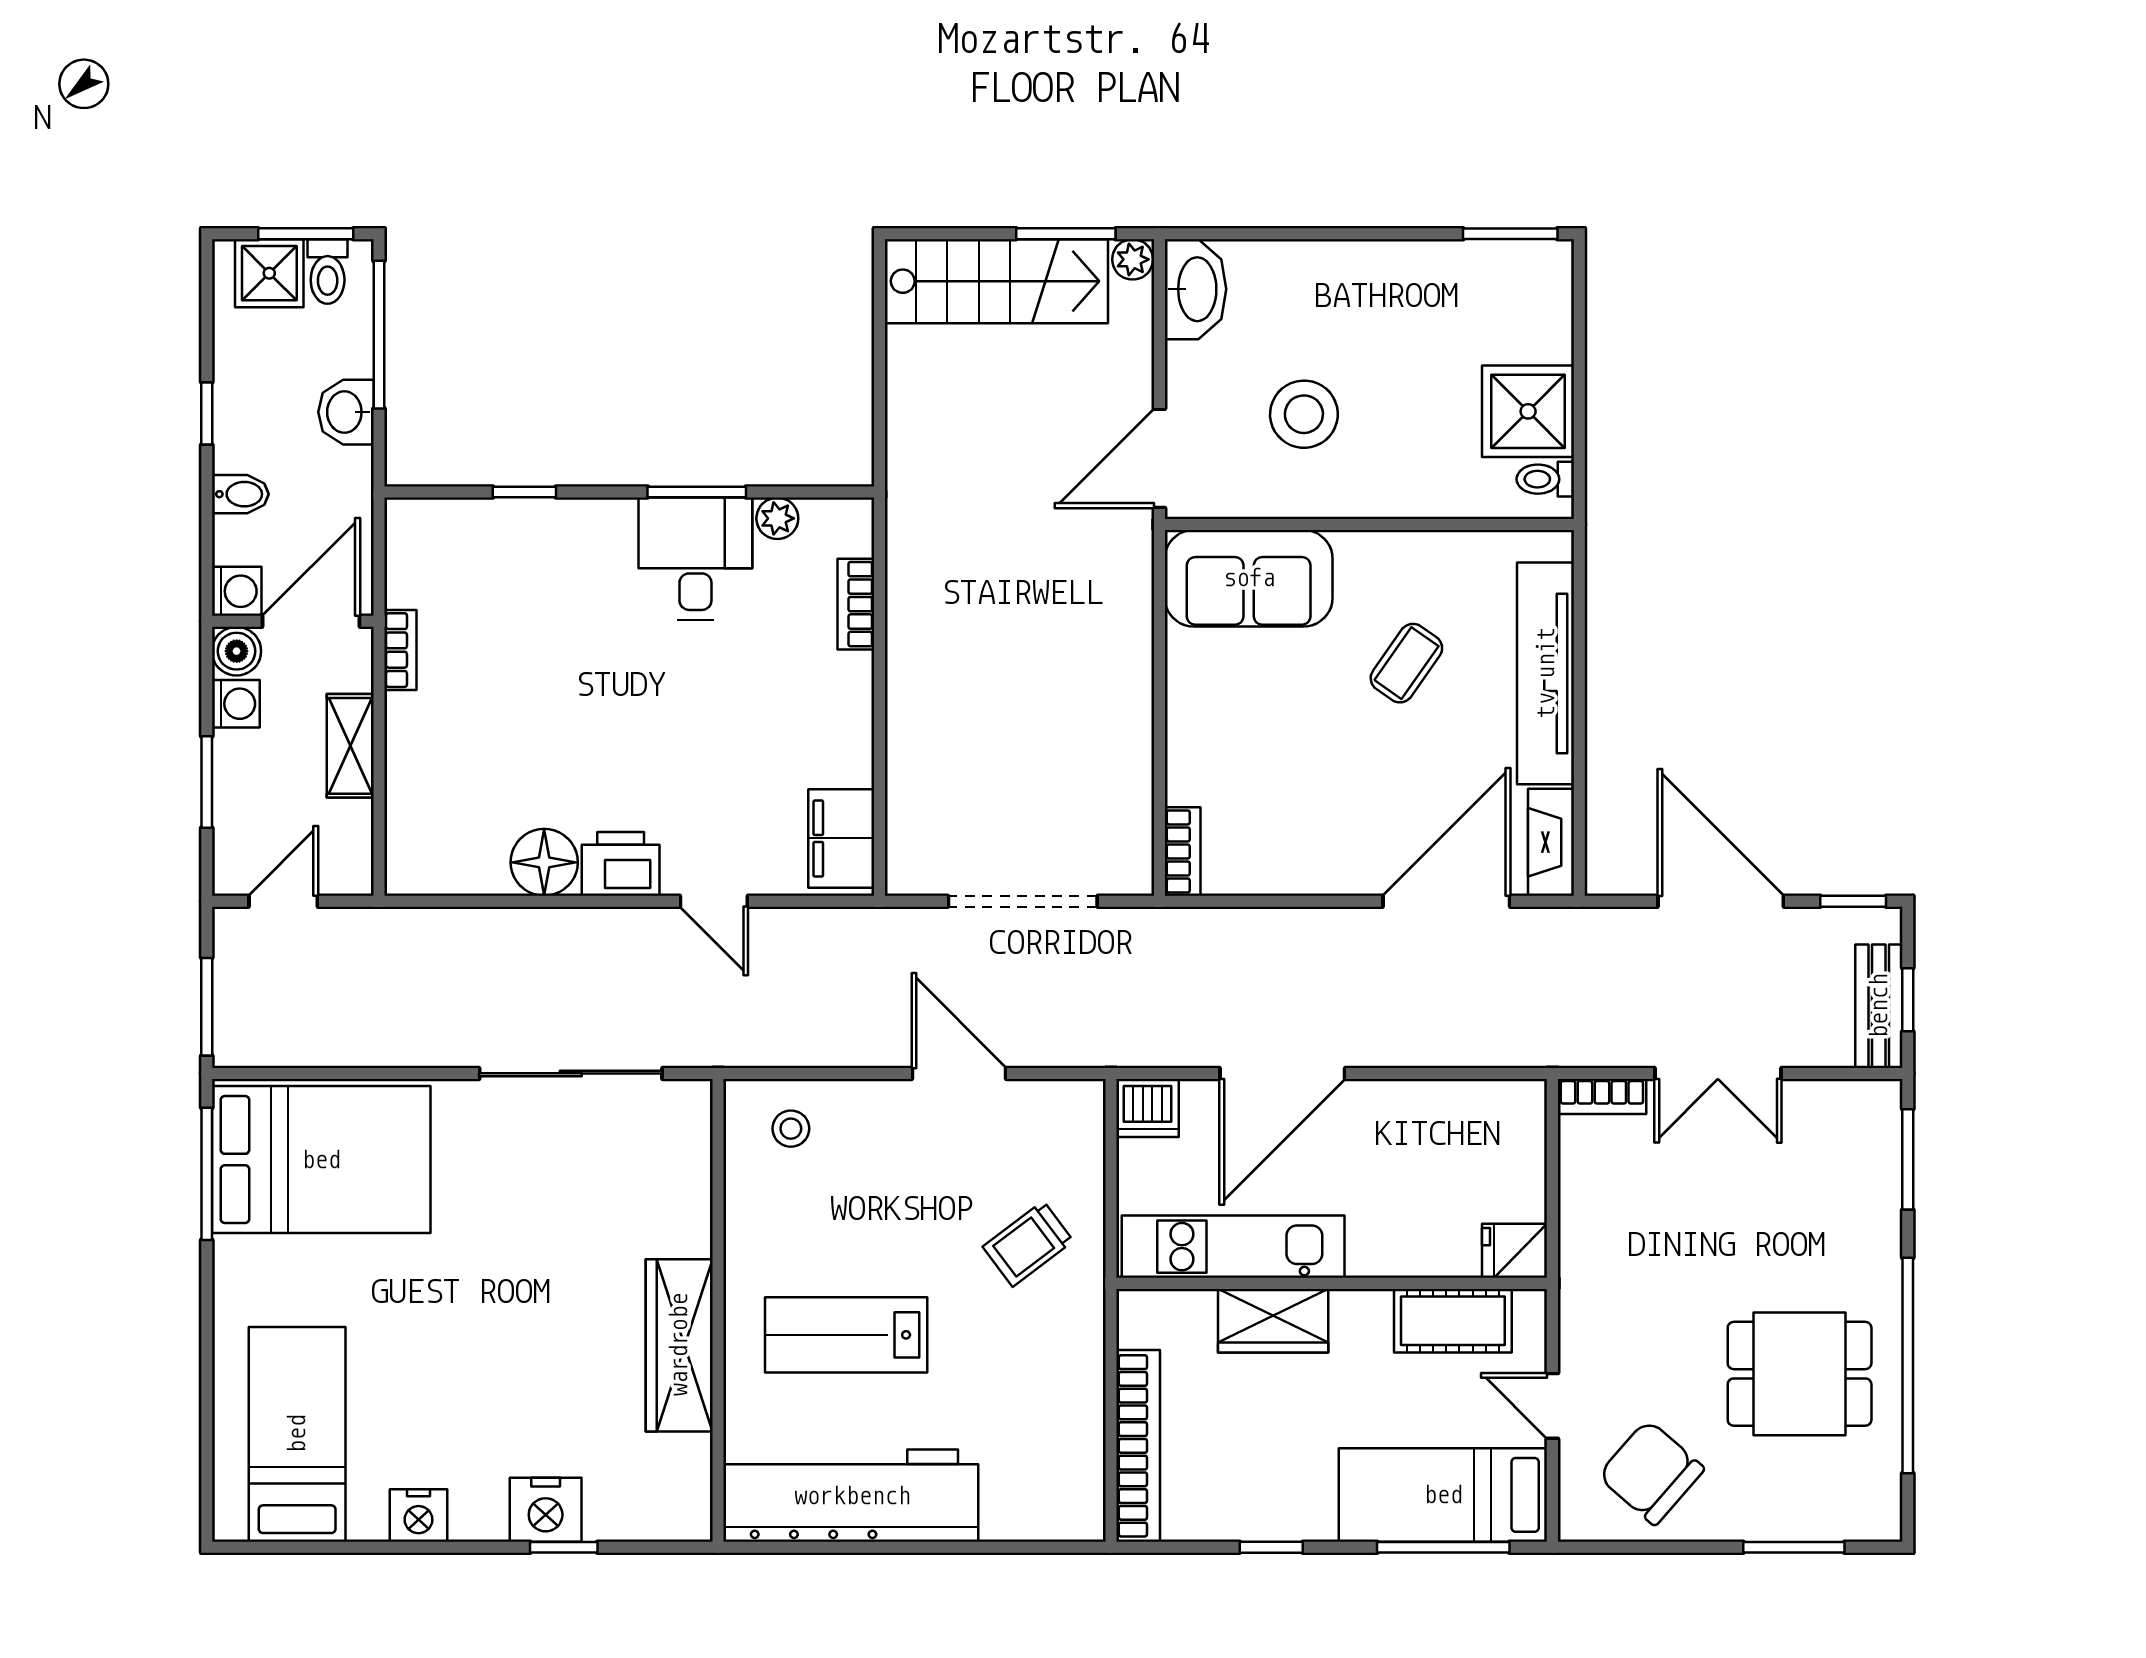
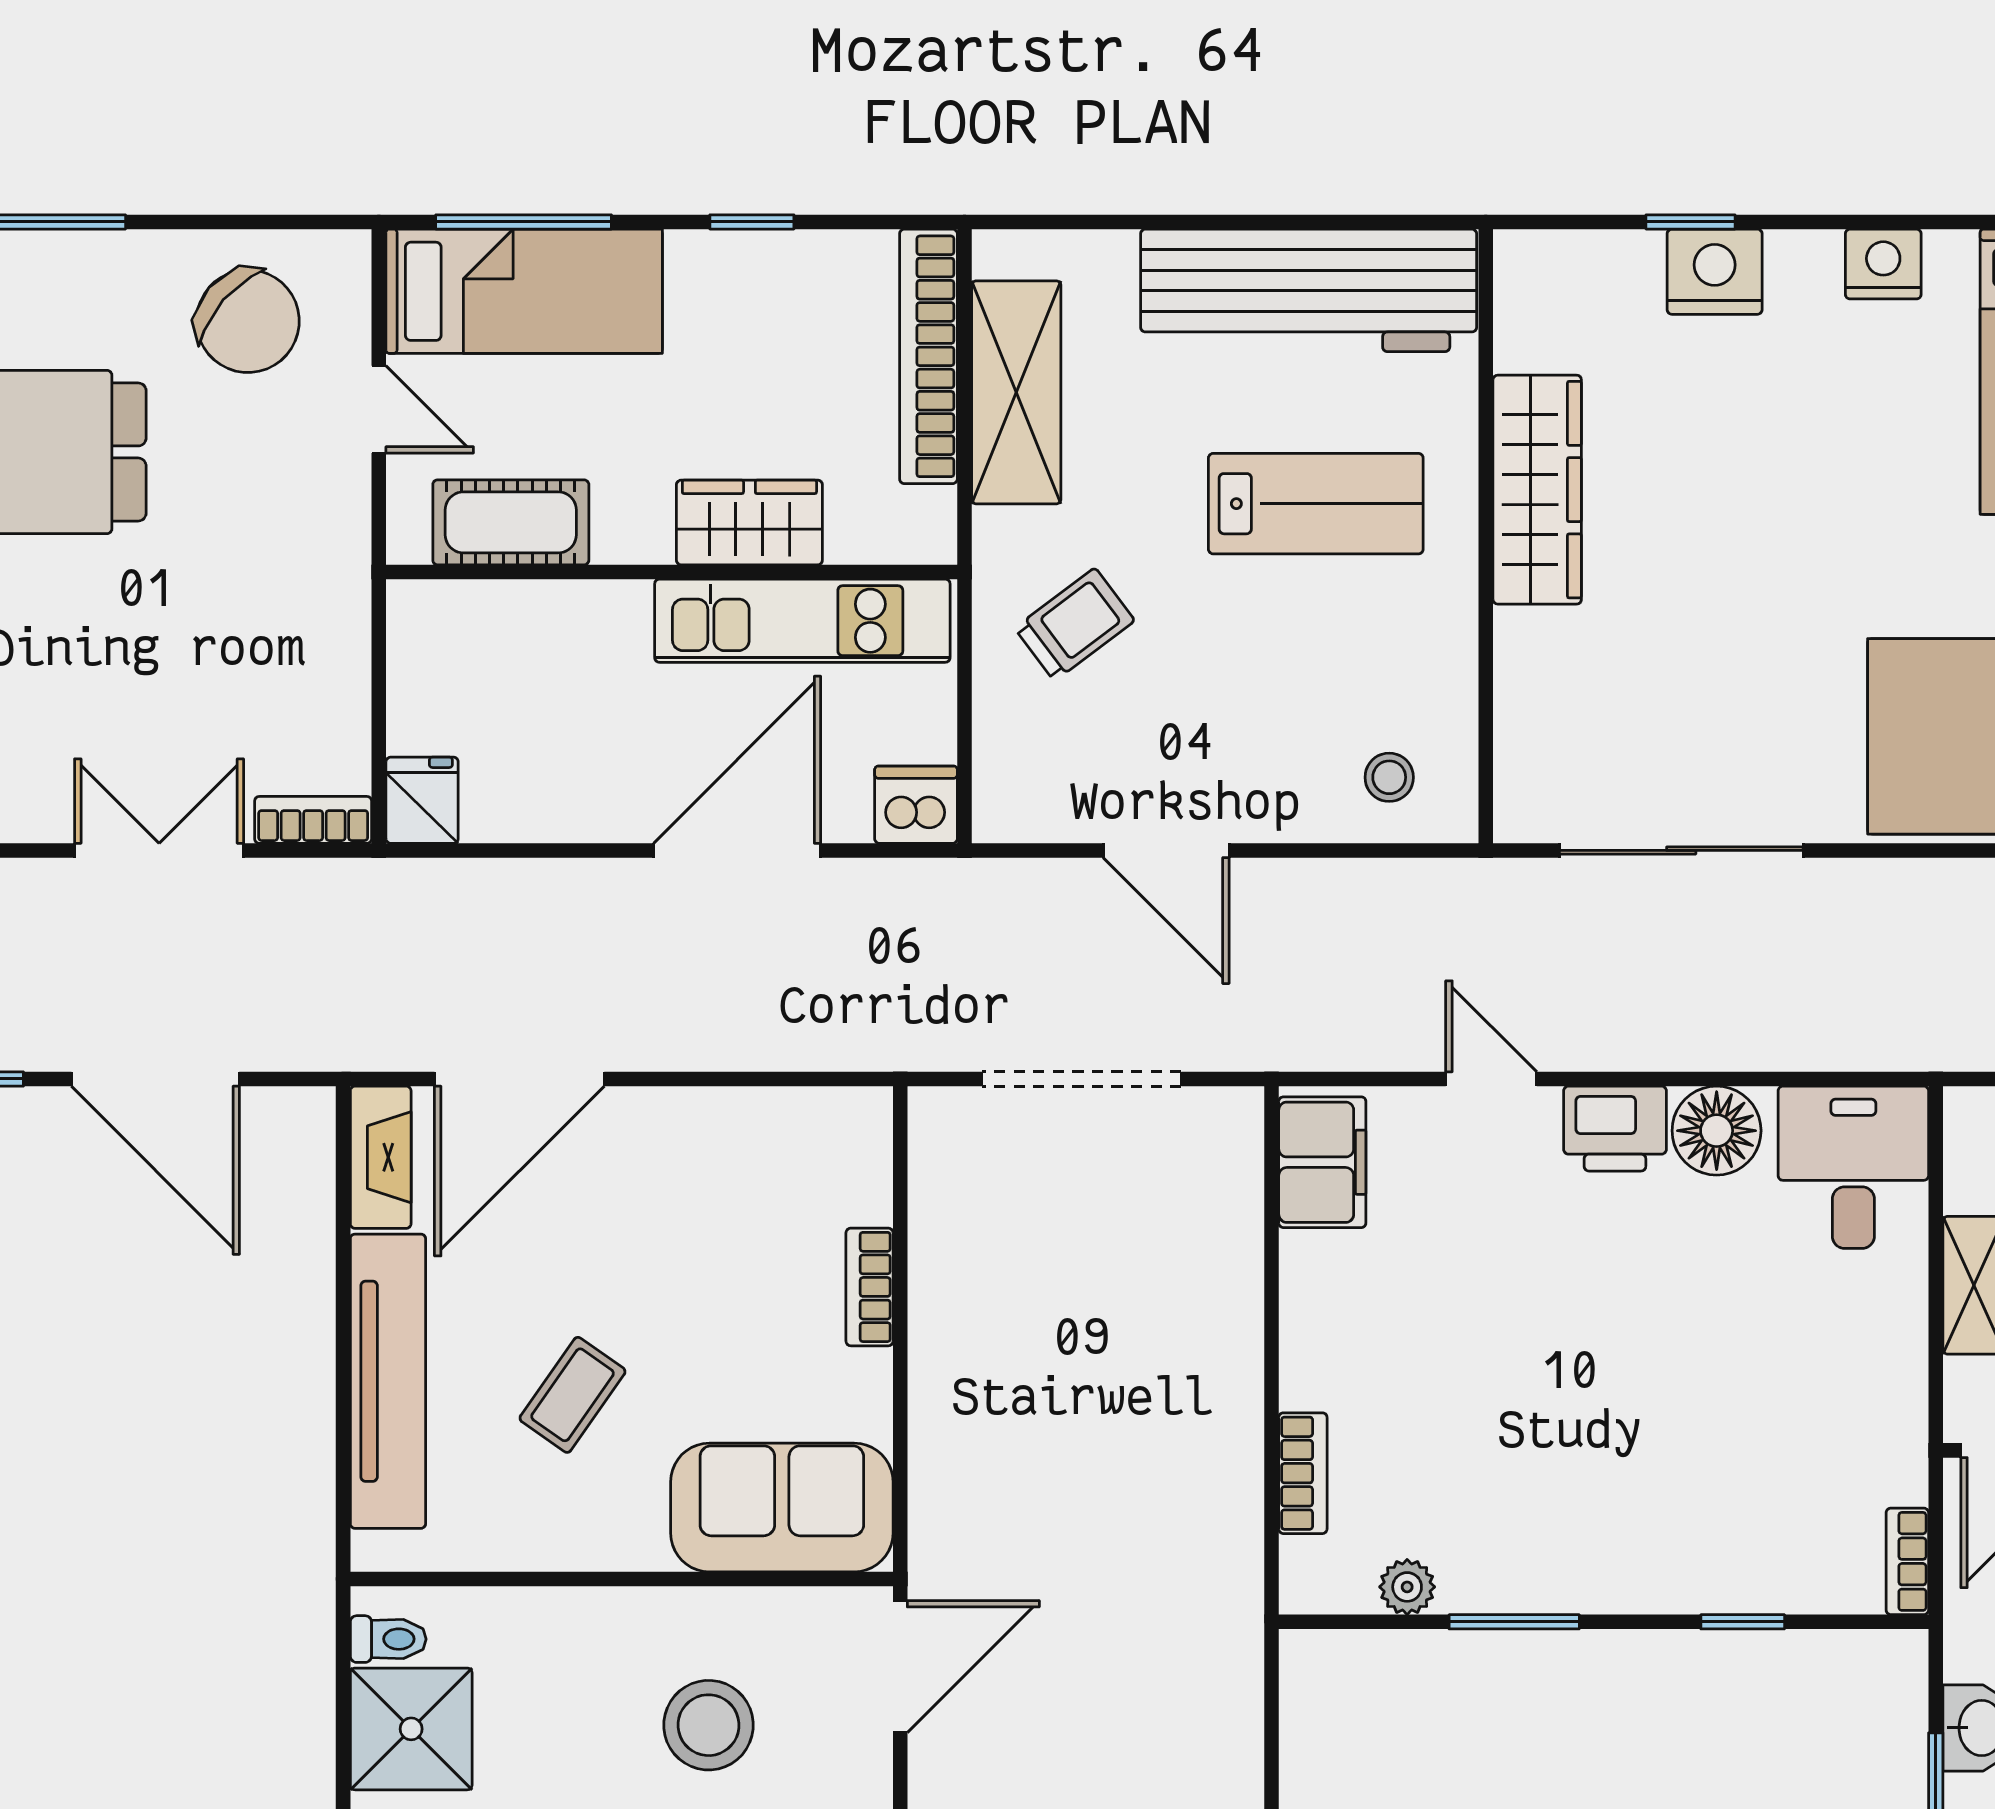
desk: (695, 559) -> (1853, 1167), moved, turned 180
bookcase: (400, 650) -> (1907, 1561), moved
bookcase: (1183, 851) -> (870, 1287), moved
fridge: (1515, 1251) -> (422, 800), moved, turned -90
shelving: (1072, 1419) -> (1016, 392), added

